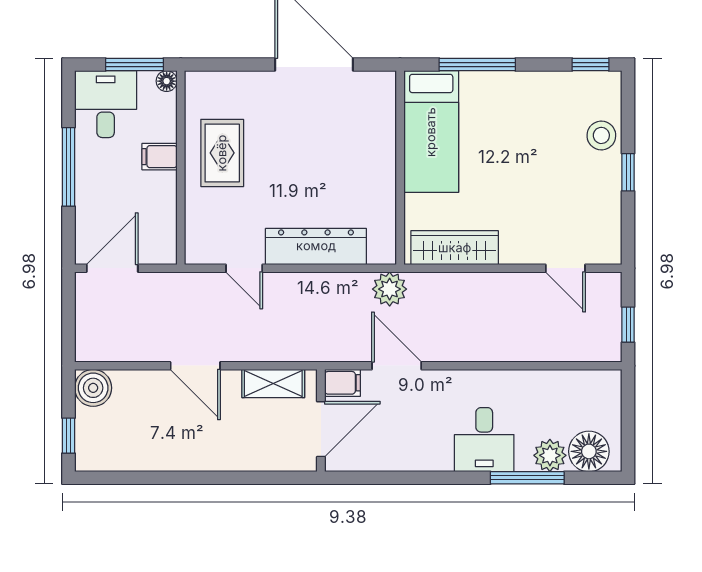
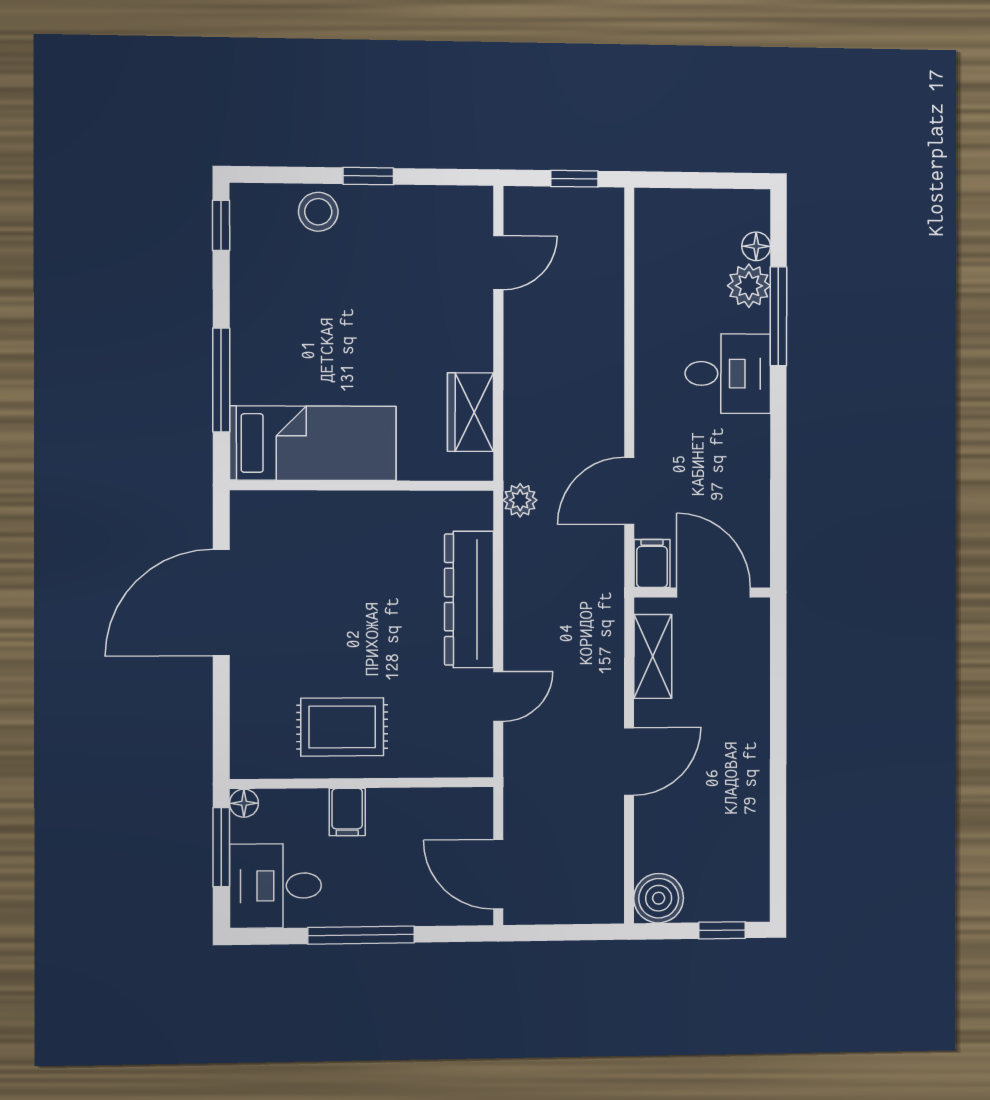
wardrobe: (455, 248) -> (471, 412), width x0.67
plant: (390, 289) -> (520, 500), width x0.73, depth x0.73
floor lamp: (589, 451) -> (756, 246), width x0.53, depth x0.53

